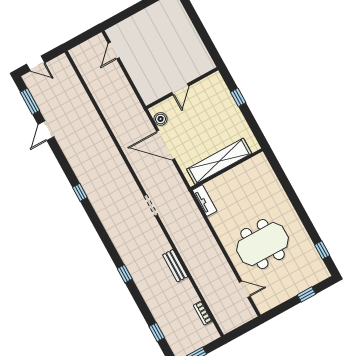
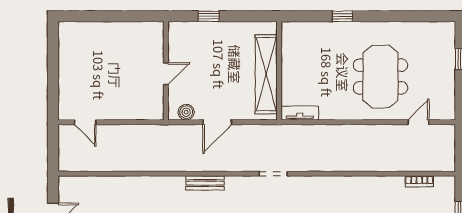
door: (180, 89) -> (166, 74), hinge flipped
door: (166, 145) -> (217, 122), width x0.73
window: (322, 250) -> (342, 16), moved
bench: (175, 266) -> (205, 183), moved

